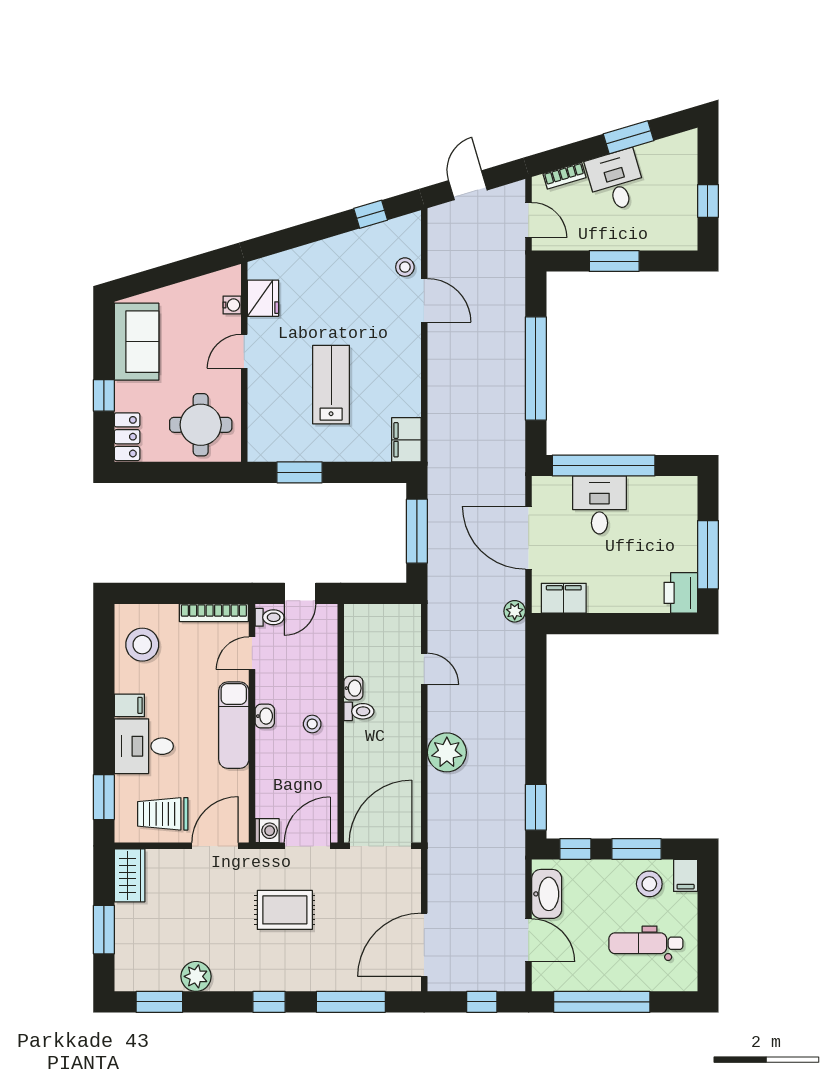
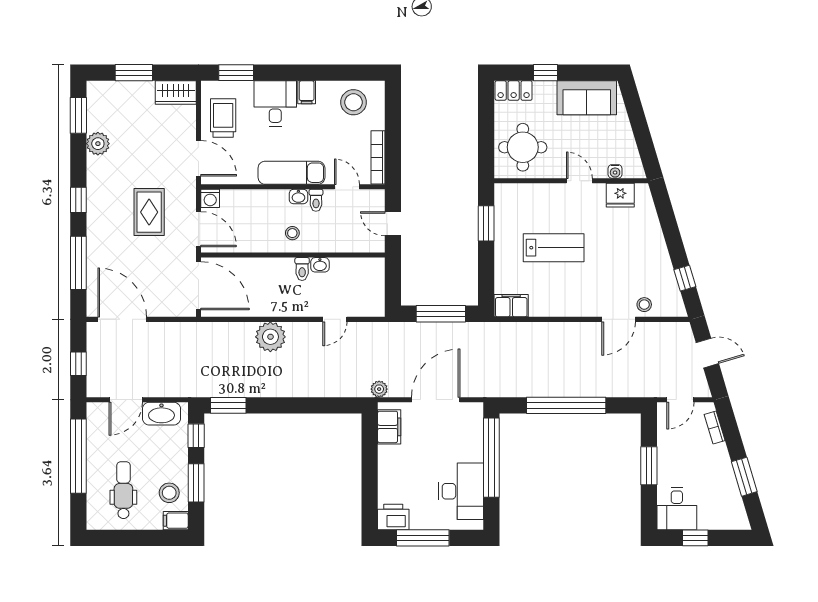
desk: (616, 181) -> (677, 509), moved, turned 107
desk: (599, 505) -> (461, 491), moved, width x1.37
toilet: (270, 617) -> (316, 200), moved

